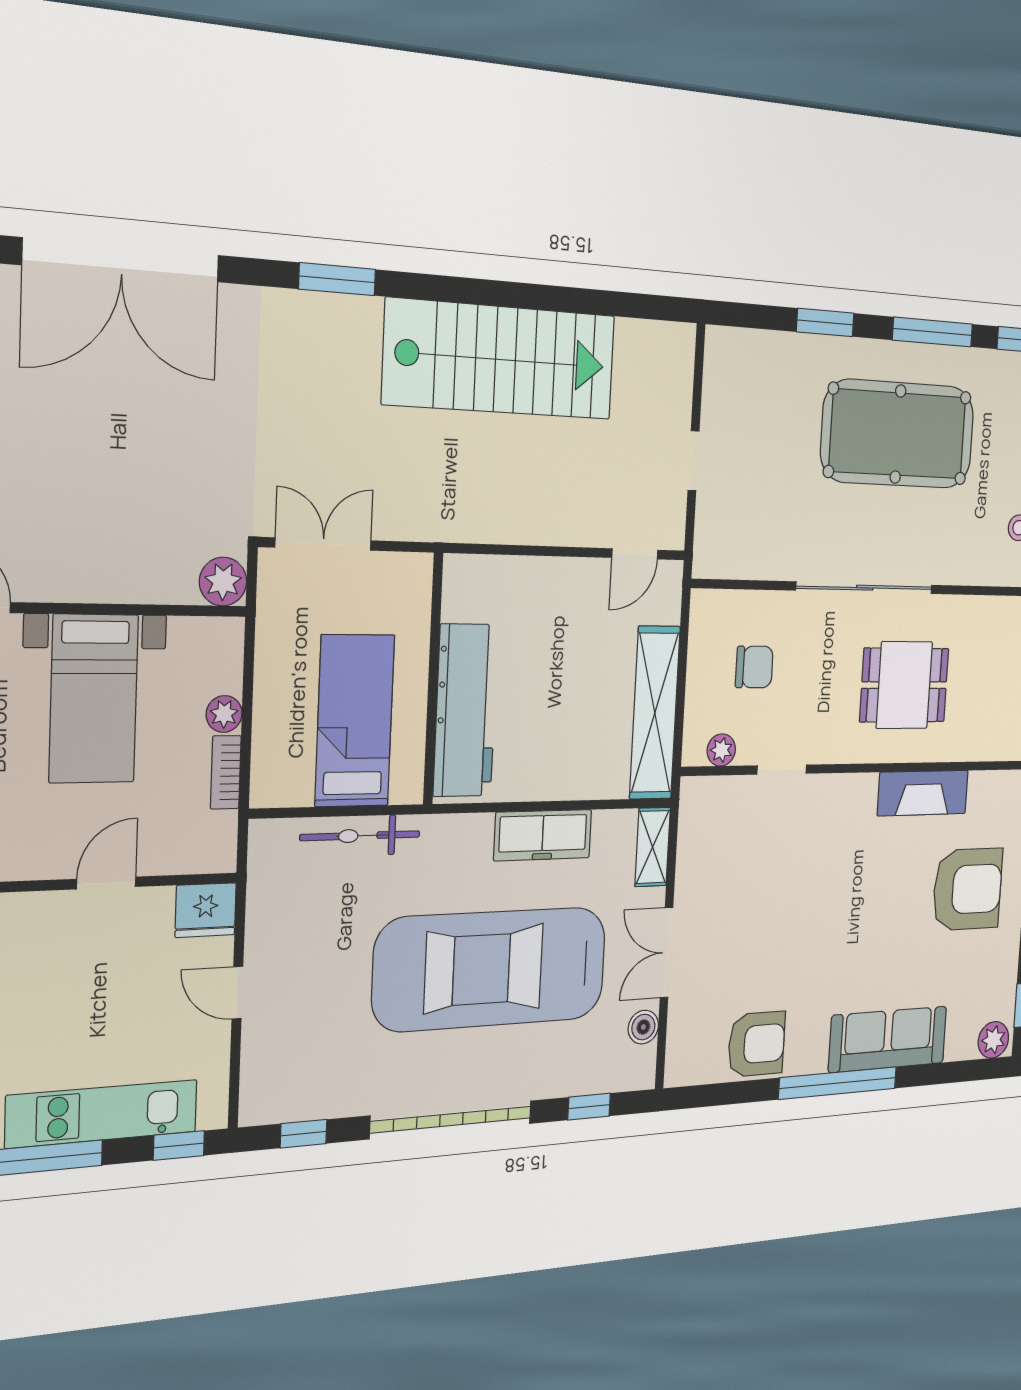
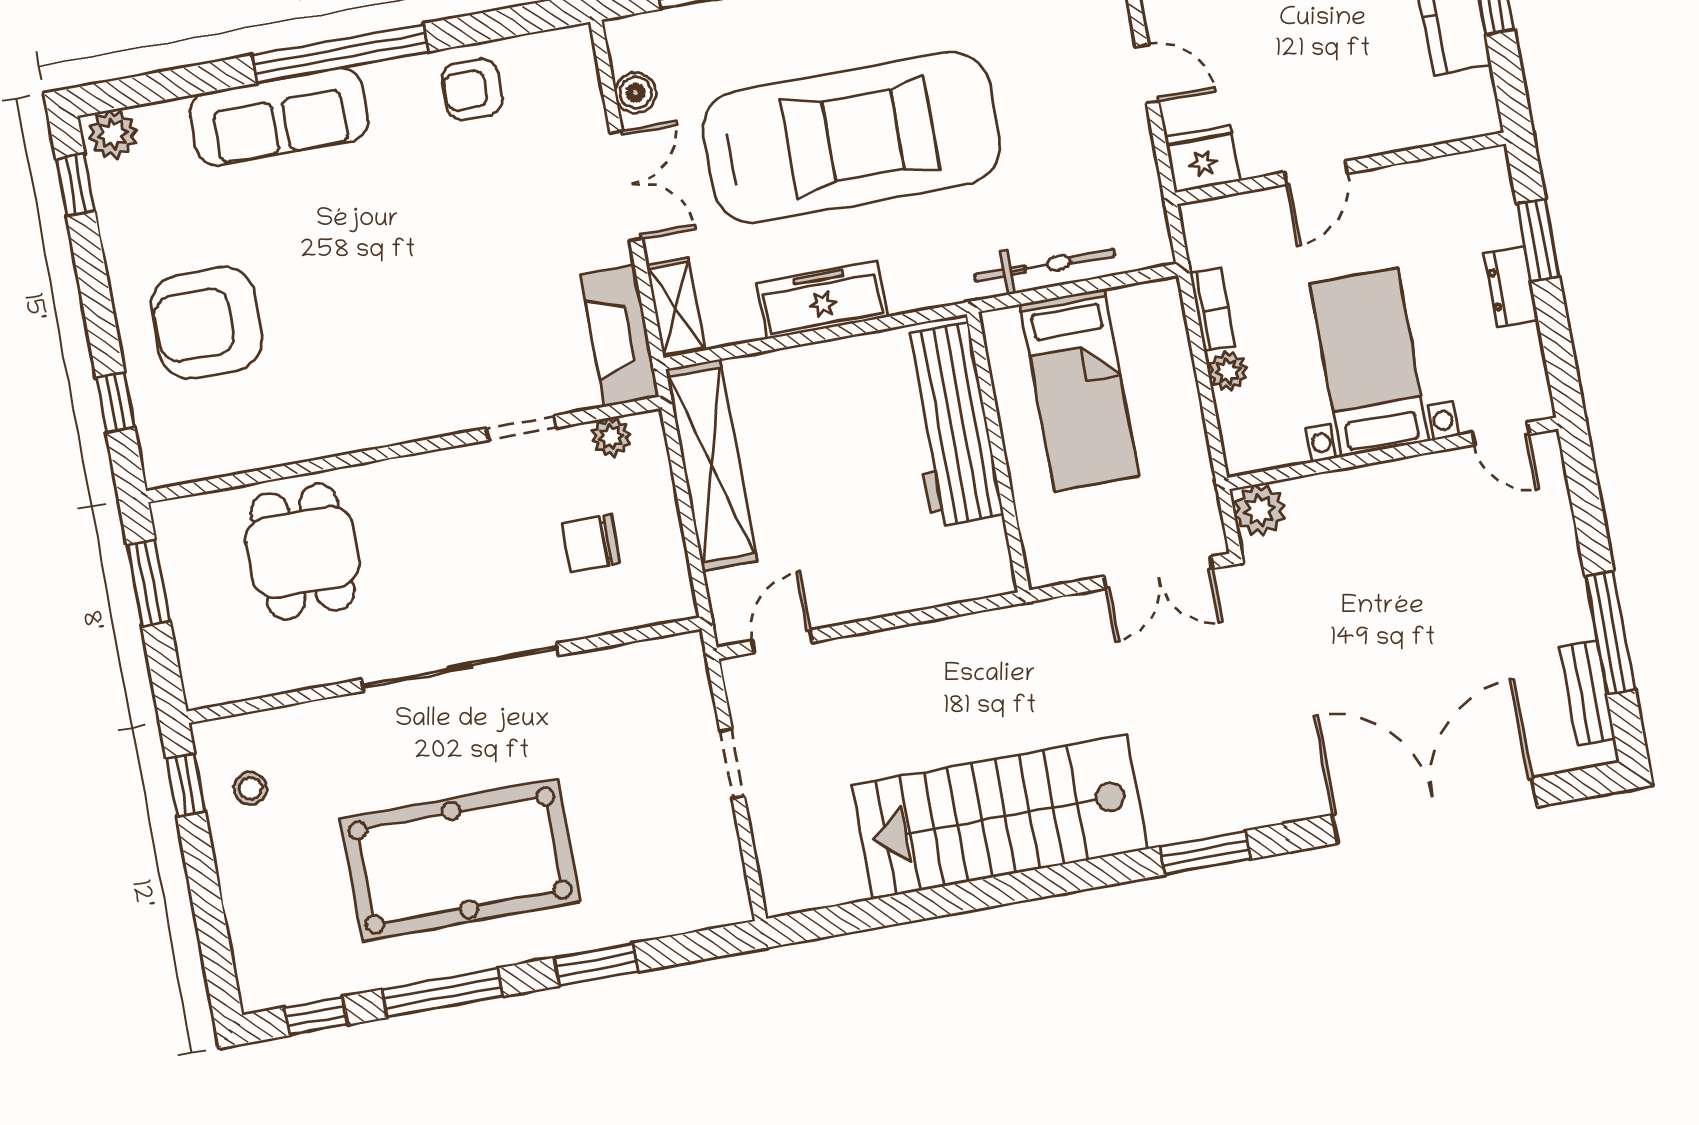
dining table: (904, 685) -> (303, 552), moved, turned 90
fireplace: (923, 793) -> (620, 336), moved, turned -90
armchair: (757, 1044) -> (472, 90), width x0.72, depth x0.72

